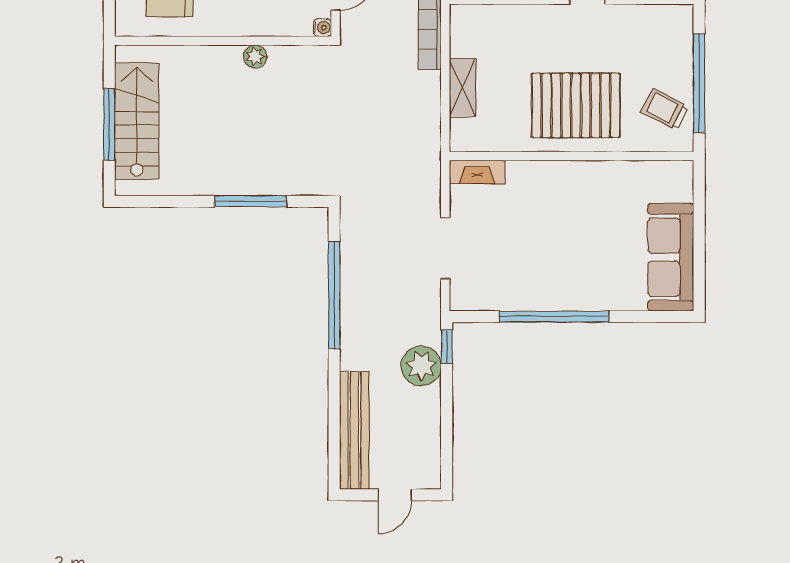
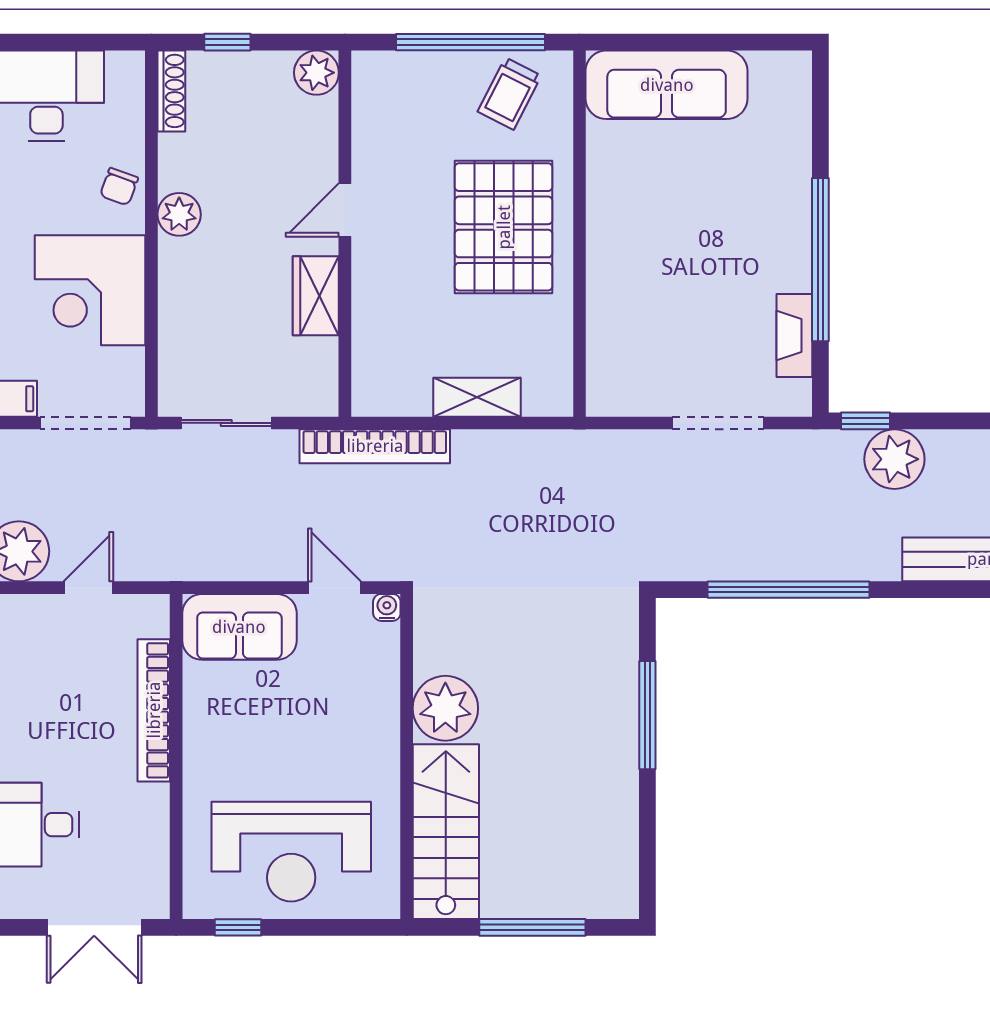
plant: (255, 56) -> (445, 708), width x1.87, depth x1.87
stairs: (137, 121) -> (446, 832), moved, turned 90
fireplace: (477, 172) -> (794, 335), moved, turned 180
sofa: (671, 257) -> (667, 85), moved

